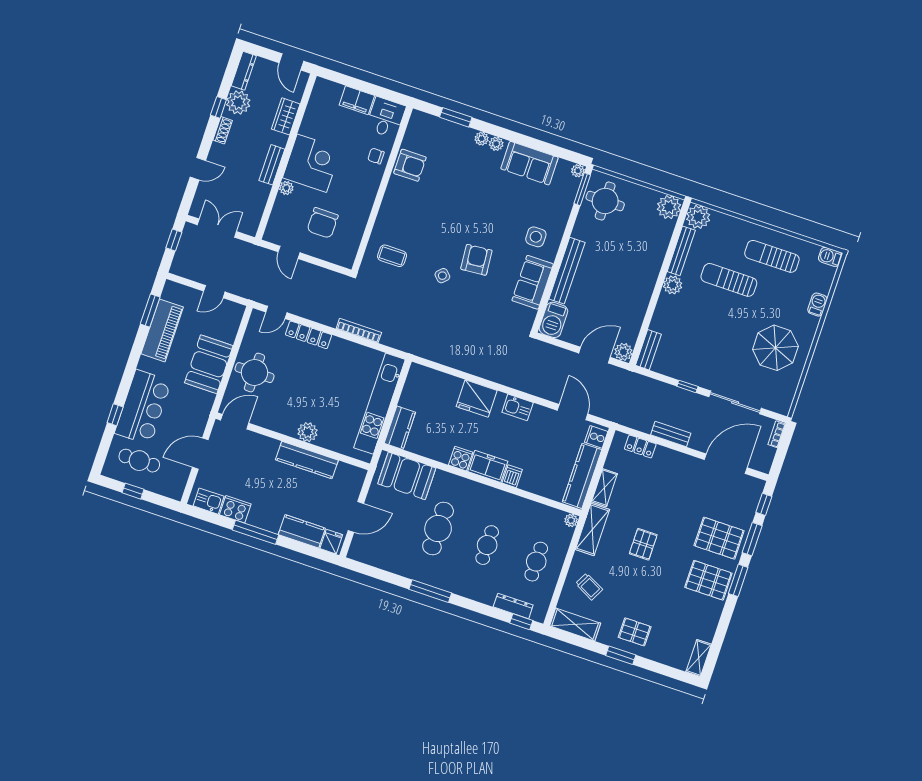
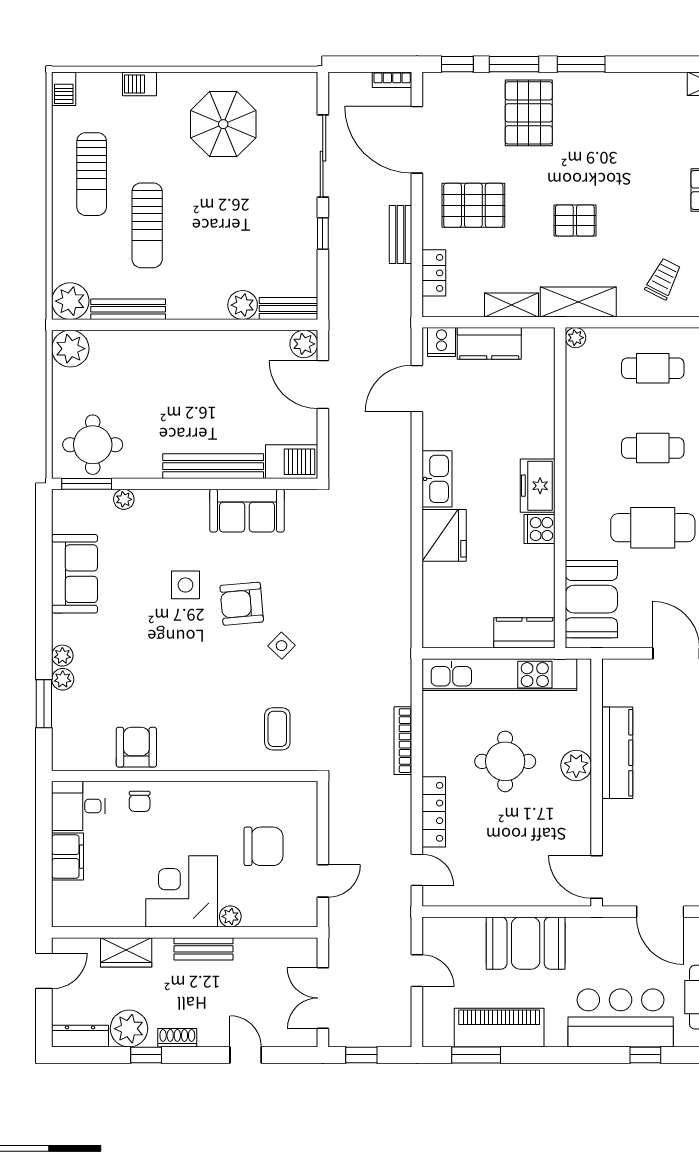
plant: (496, 144) -> (63, 679), moved
plant: (578, 171) -> (124, 499), moved
side table: (536, 237) -> (185, 585), moved
plant: (673, 285) -> (243, 305), moved
round table: (254, 373) -> (505, 761), moved
kitchen sink: (518, 407) -> (437, 479), width x1.38
bookcase: (777, 434) -> (392, 80), moved
dishwasher: (512, 476) -> (540, 445), removed
kitchen counter: (582, 476) -> (489, 343), width x0.67
pallet: (708, 580) -> (473, 205), moved, turned 90

